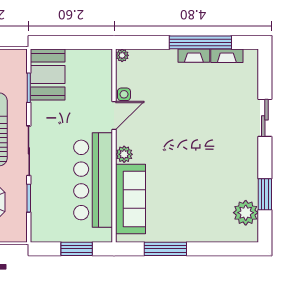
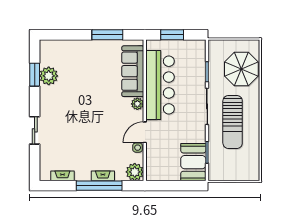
window: (200, 42) -> (99, 186), moved
plant: (122, 55) -> (135, 172), width x1.88, depth x1.88
fireplace: (194, 56) -> (103, 176), moved
plant: (246, 213) -> (49, 76), moved

